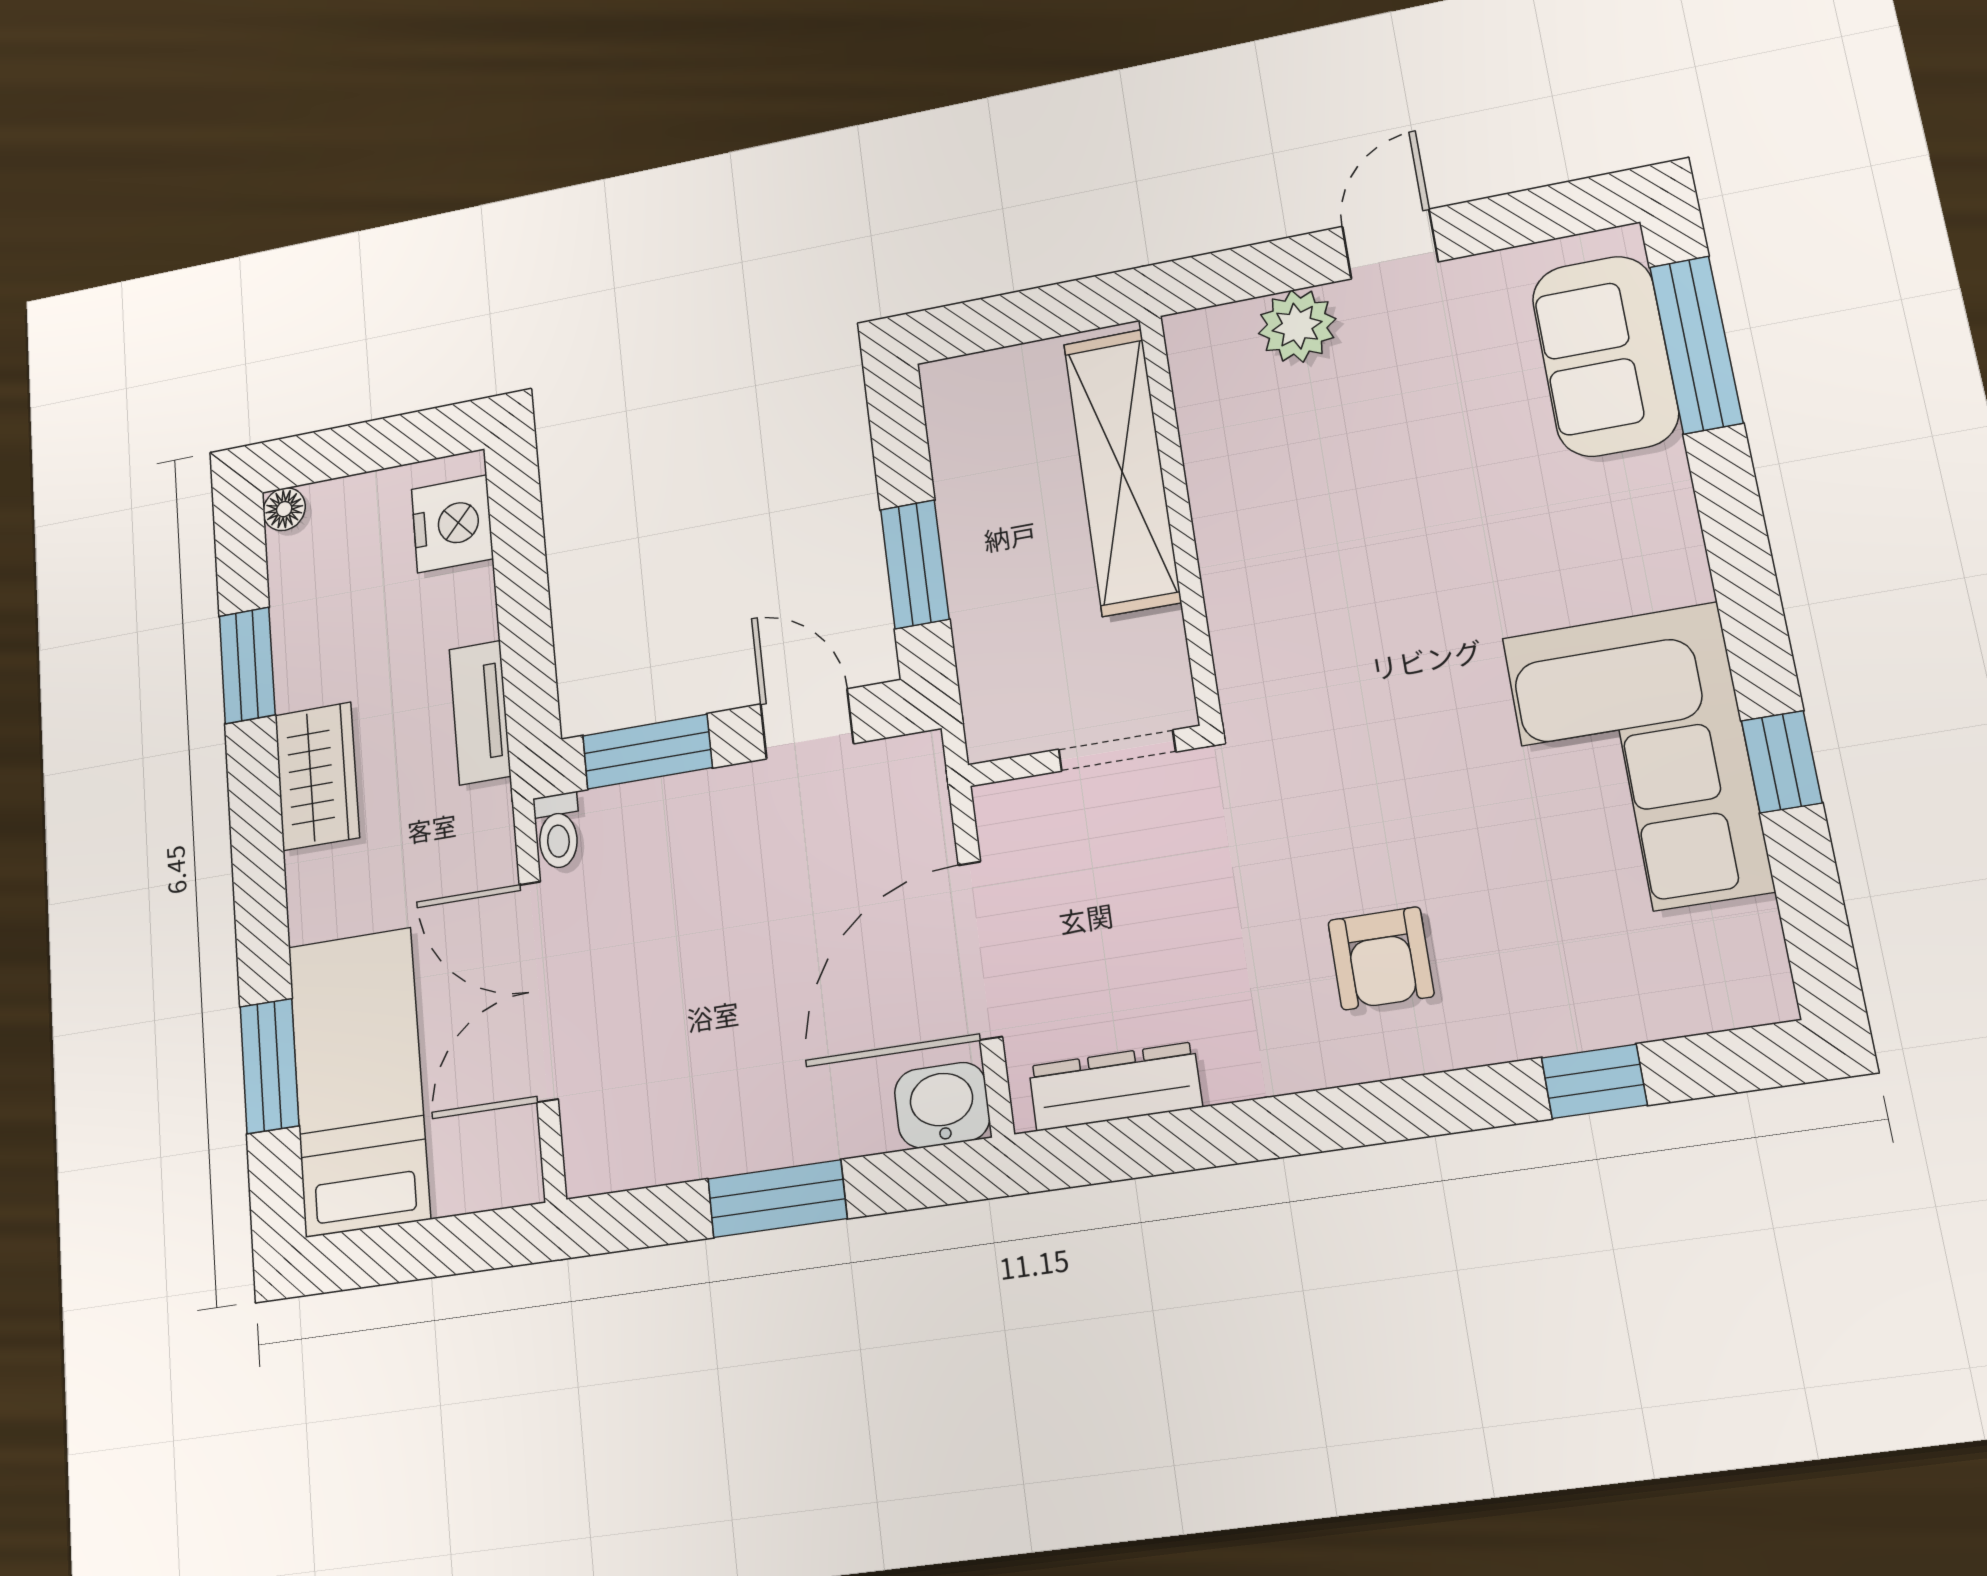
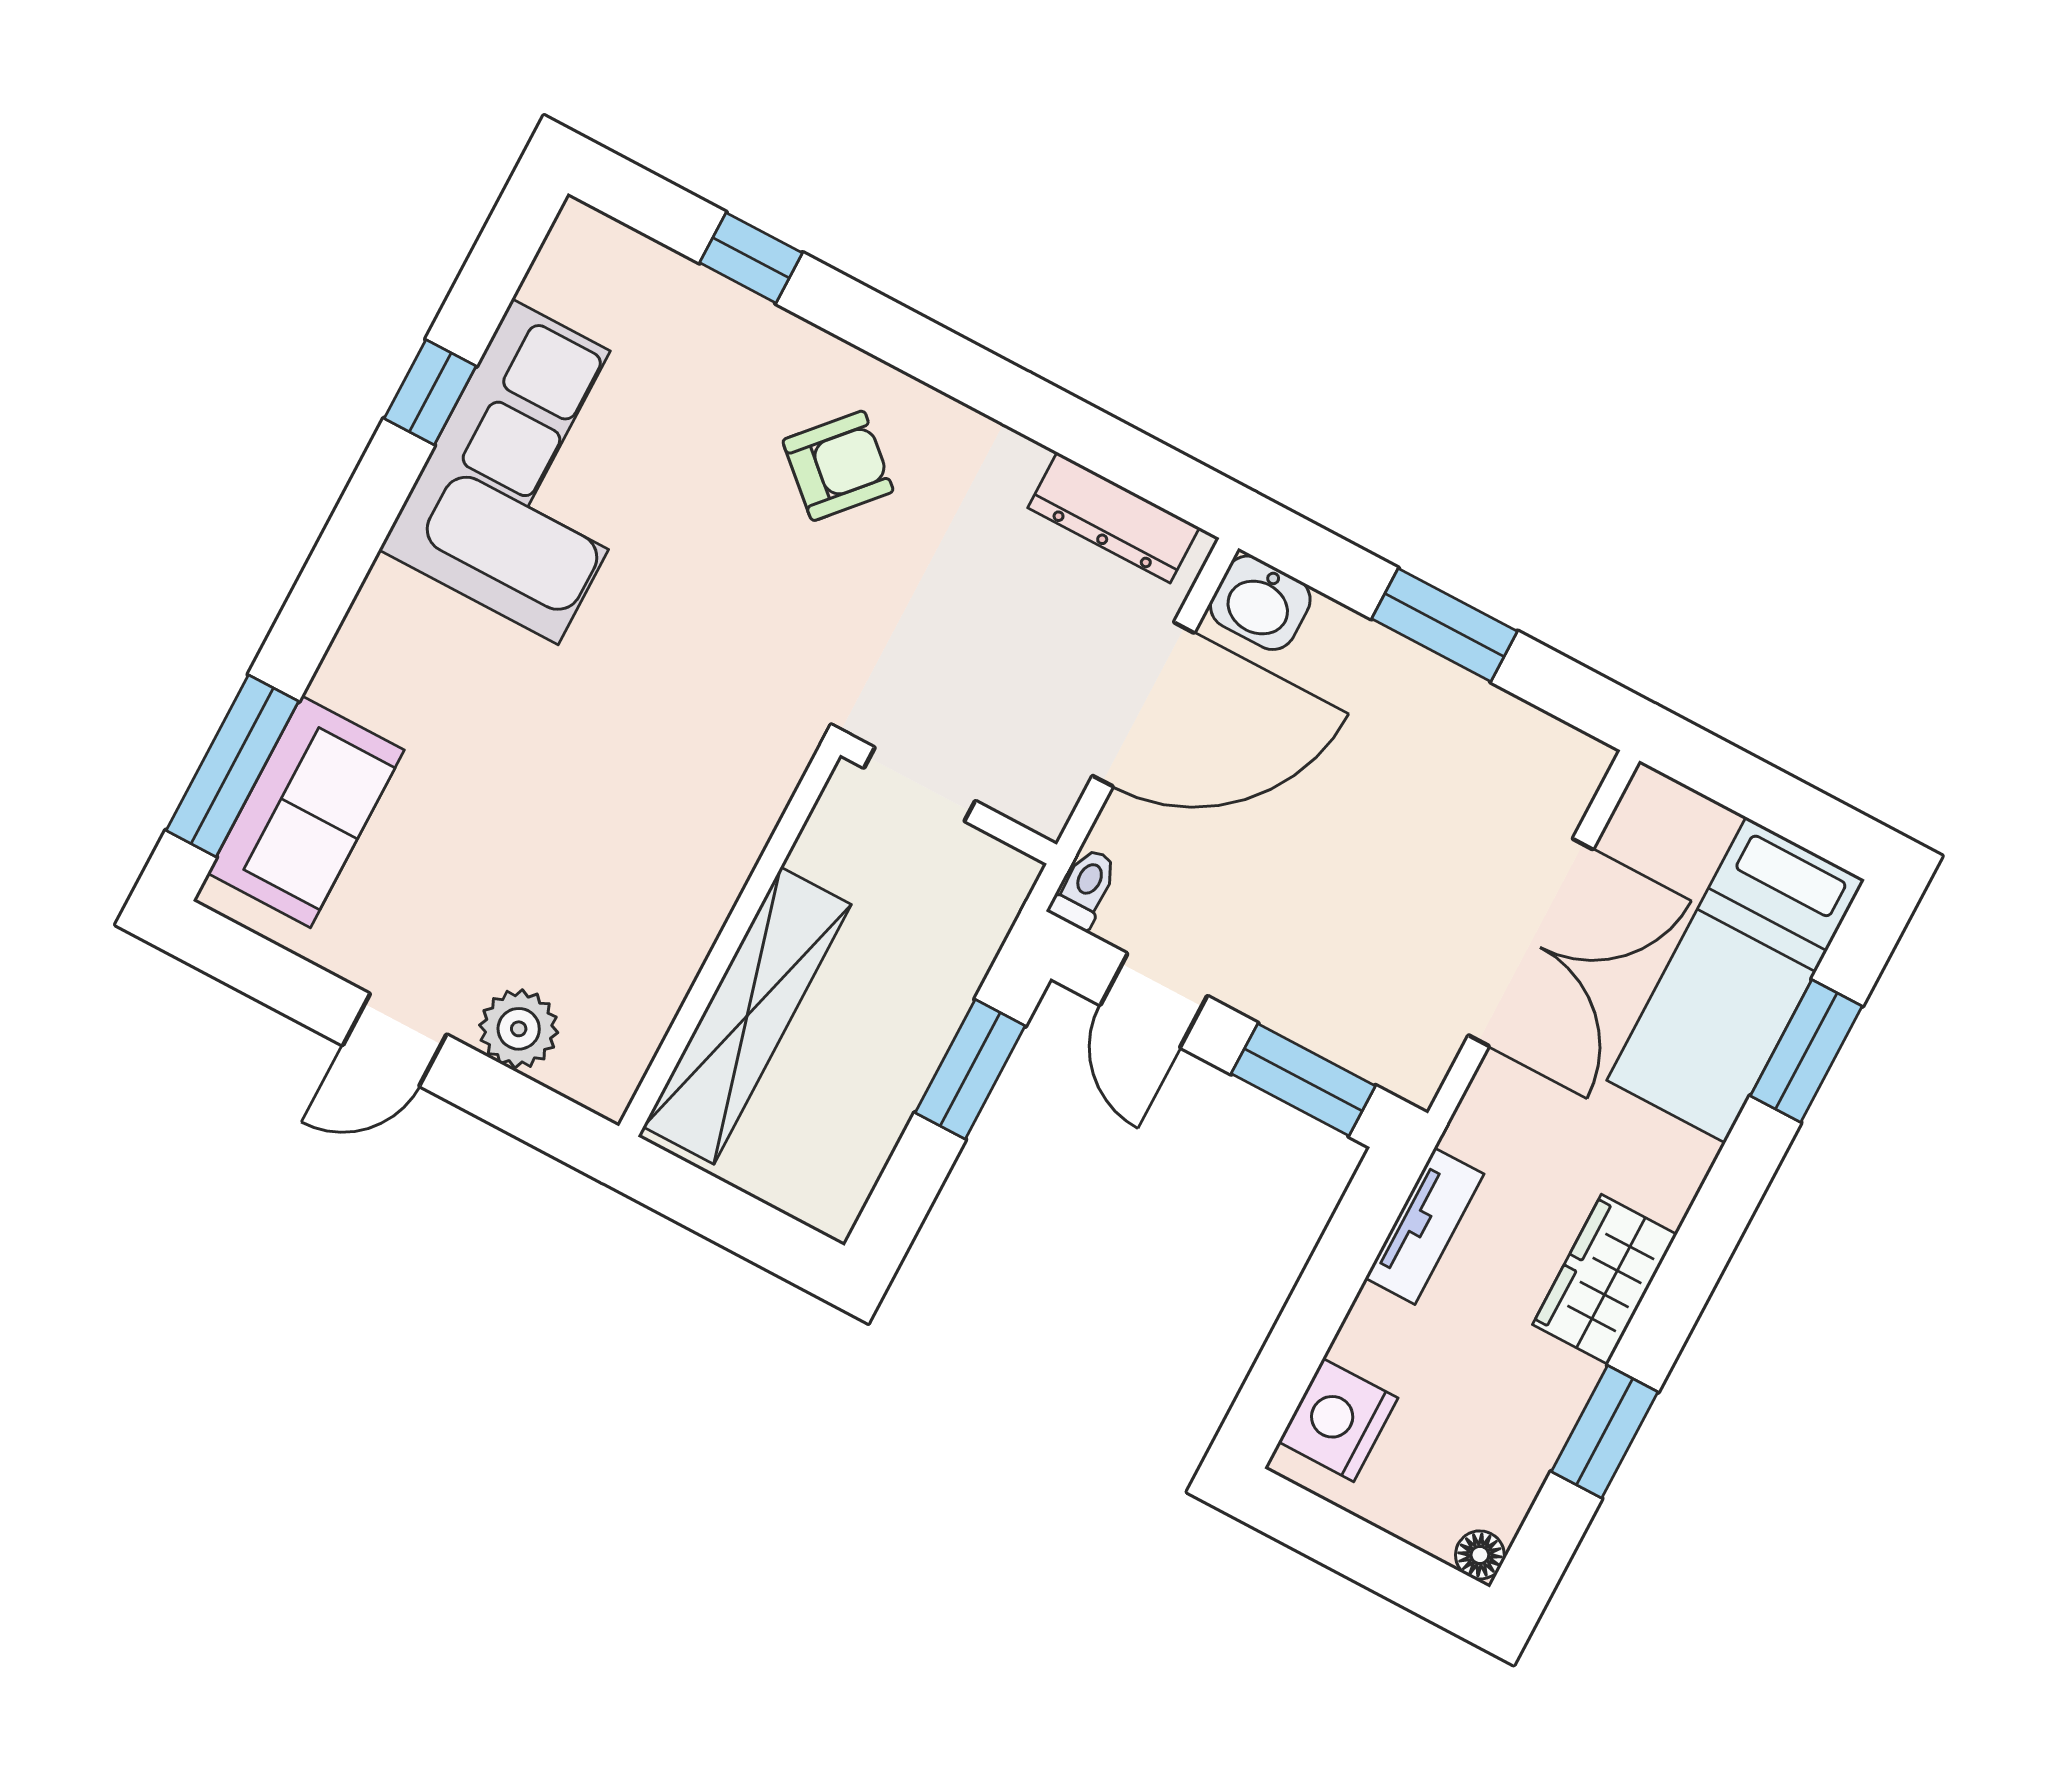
toilet: (558, 831) -> (1085, 888), moved
armchair: (1381, 958) -> (838, 466), turned 42

